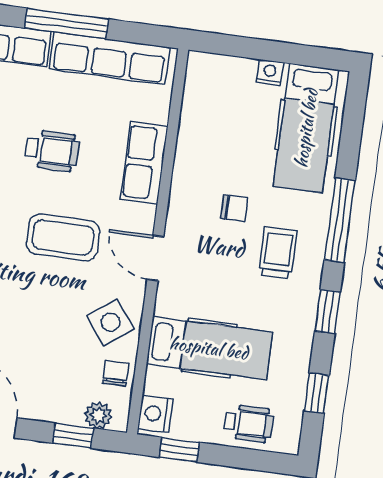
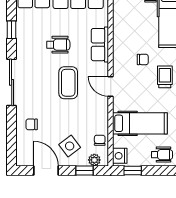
coffee table: (63, 237) -> (68, 83), turned 90
side table: (111, 322) -> (70, 146), moved

